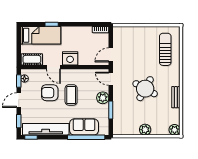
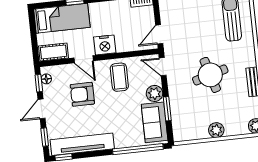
round table: (145, 89) -> (210, 75), turned 45
coffee table: (71, 95) -> (119, 77), moved
sofa: (84, 127) -> (155, 122), moved, turned -90

